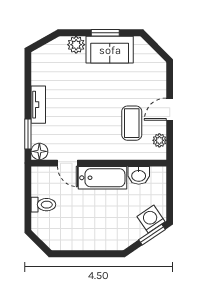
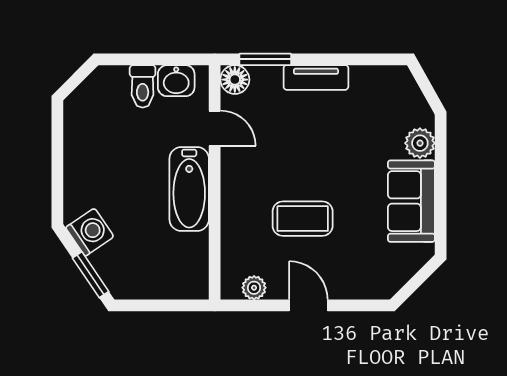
window: (105, 33) -> (441, 194), removed
coffee table: (132, 123) -> (303, 219), moved
door: (68, 163) -> (215, 128), swing flipped
washbasin: (139, 175) -> (176, 81), moved, turned -90
washing machine: (151, 219) -> (90, 232), moved

